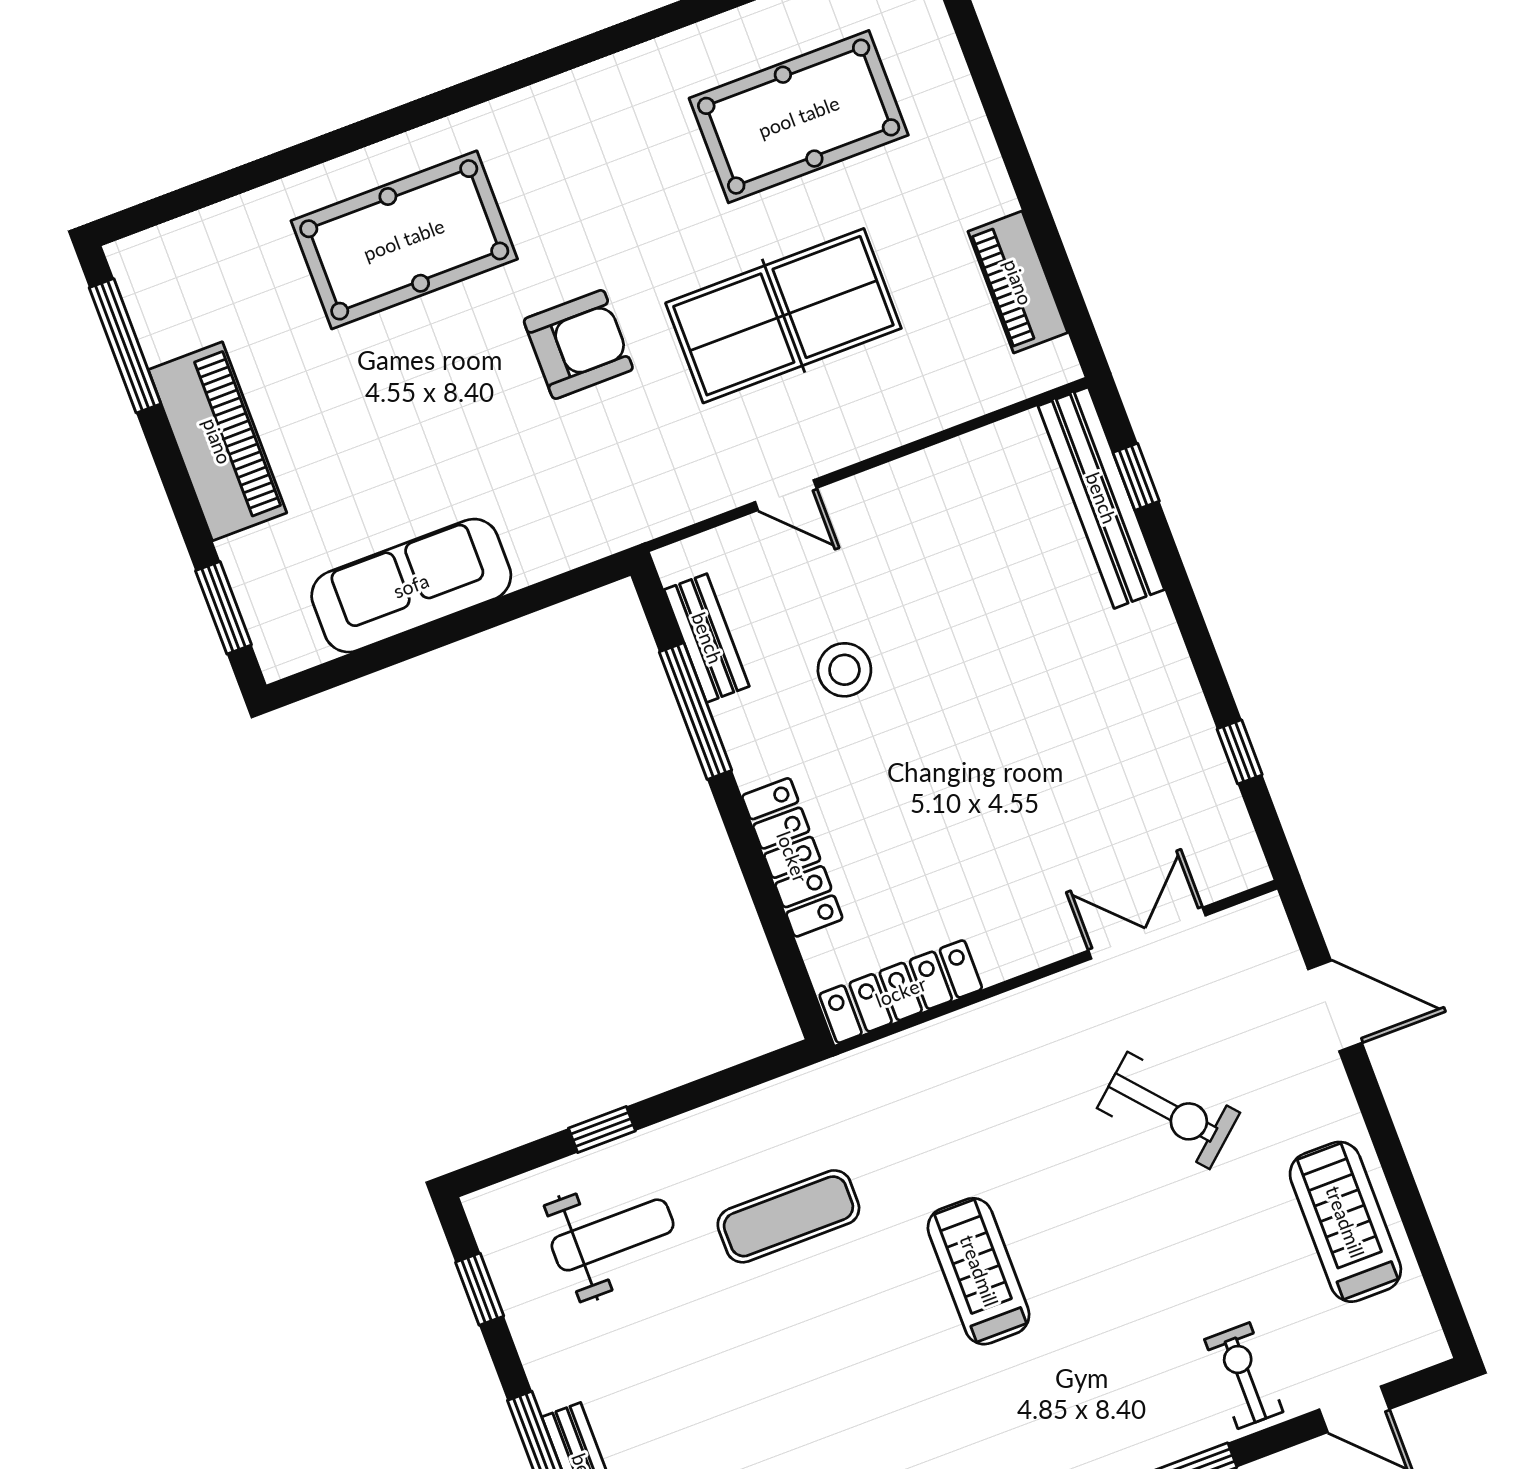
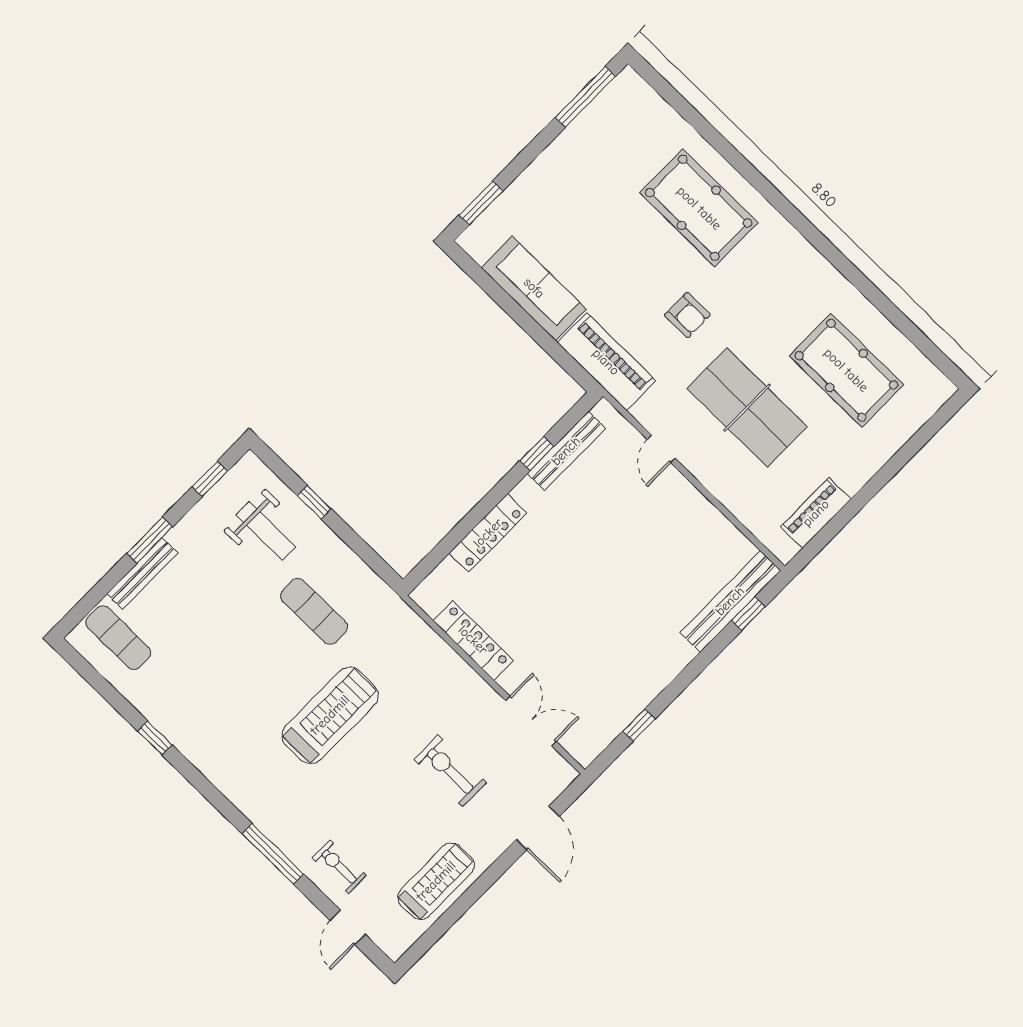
armchair: (578, 344) -> (687, 315), width x0.72, depth x0.72
piano: (217, 441) -> (606, 362), moved, turned -90
bench: (707, 638) -> (566, 451), width x1.36
stool: (844, 670) -> (590, 516), removed
window: (696, 711) -> (537, 454), width x0.46
locker: (901, 992) -> (473, 640), moved
exercise bike: (1169, 1110) -> (450, 771), turned 131
treadmill: (979, 1271) -> (330, 715), width x1.37, depth x1.38
exercise bike: (1244, 1376) -> (339, 867), turned -90

